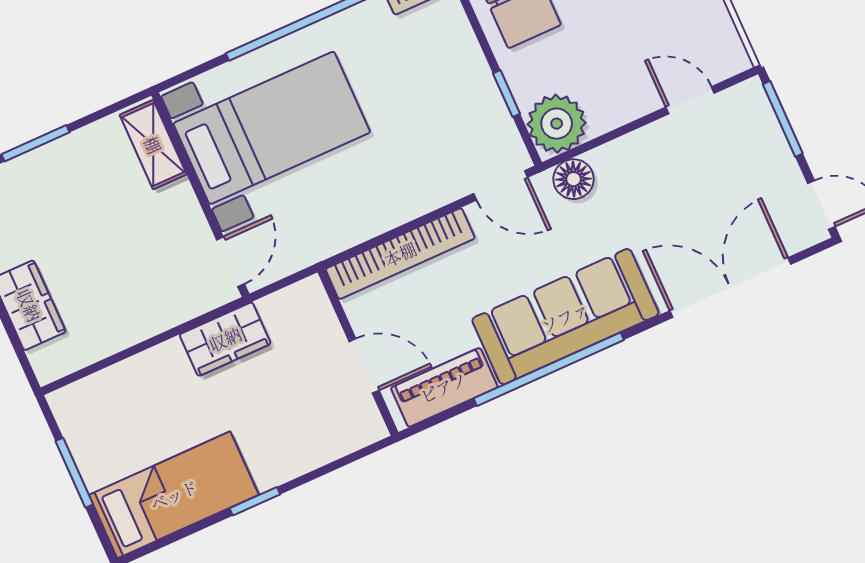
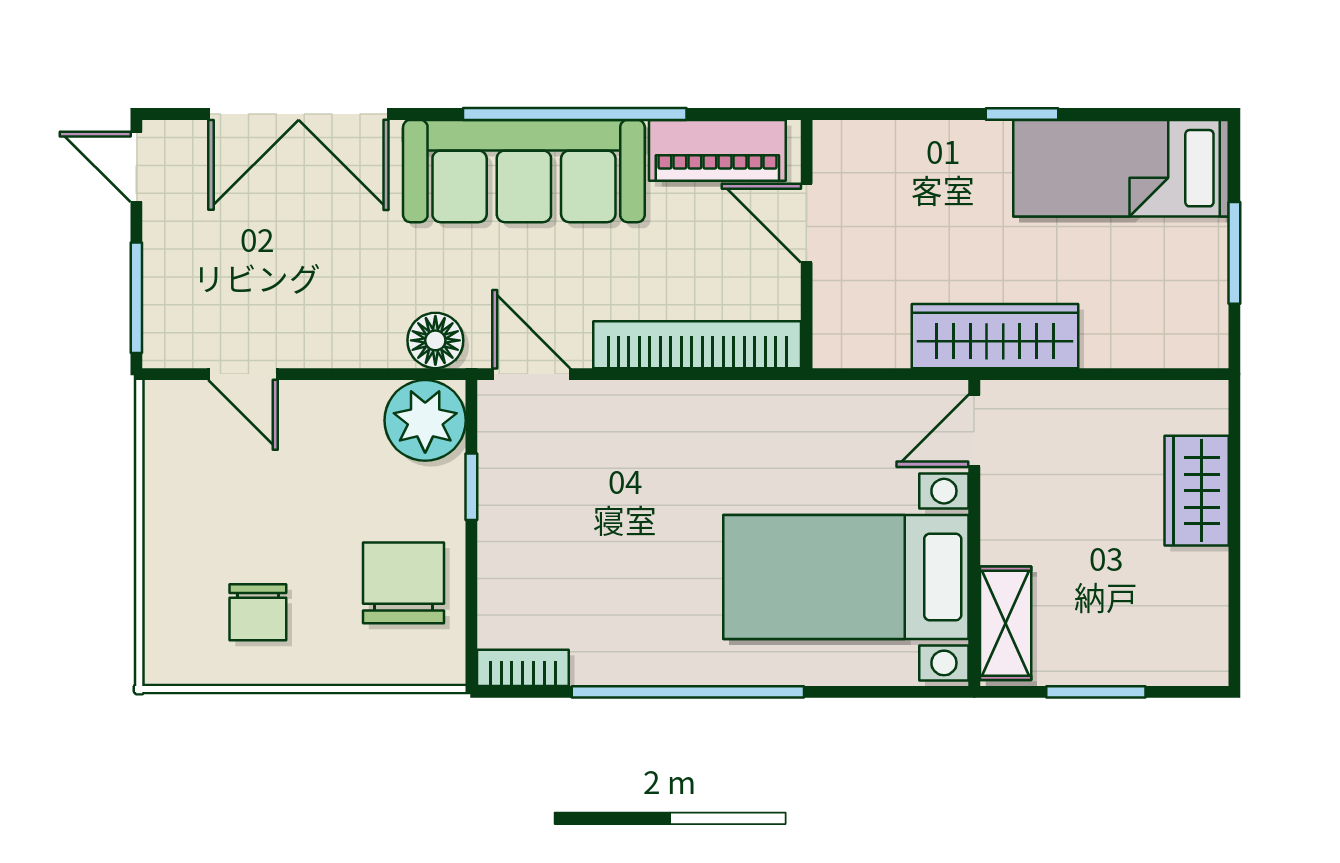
bed with nightstands: (272, 128) -> (846, 577), moved
shelving: (153, 145) -> (1006, 623), moved
wall: (200, 195) -> (974, 533), moved
door: (231, 262) -> (974, 431), moved
wardrobe: (225, 339) -> (995, 336), width x1.50

